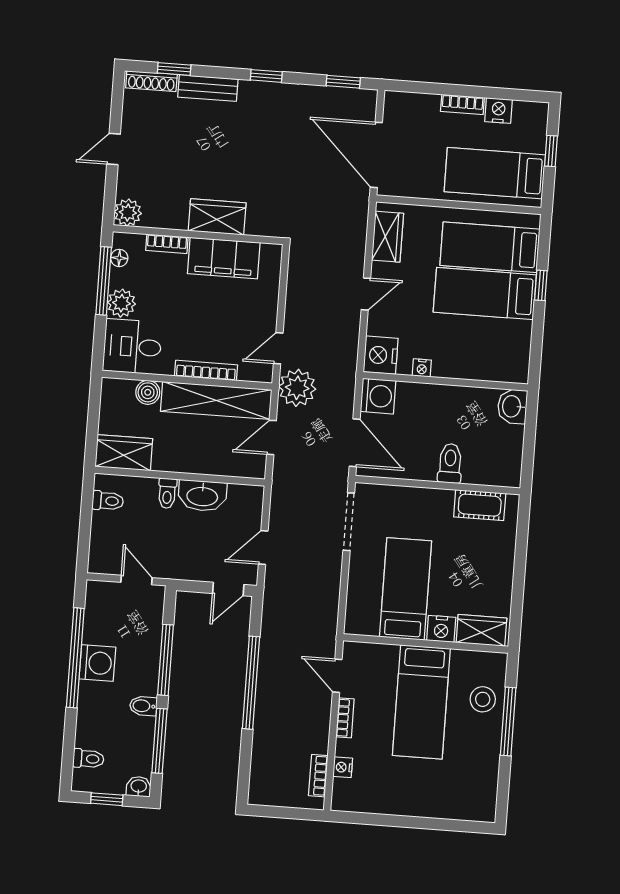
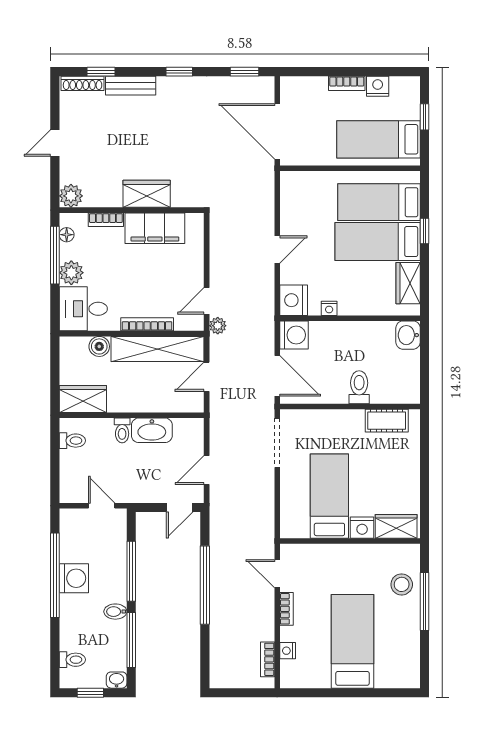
wardrobe: (388, 237) -> (408, 283), moved, turned 180
plant: (297, 388) -> (218, 326), width x0.53, depth x0.53
bed: (421, 702) -> (353, 641), moved, turned 180

